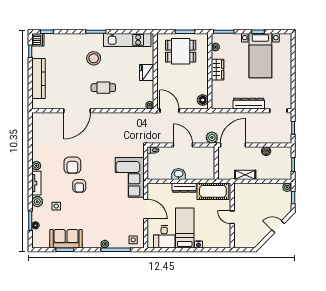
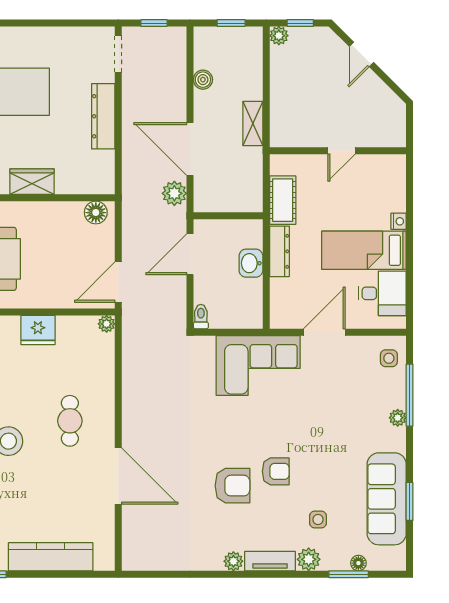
wall: (216, 163) -> (228, 216), moved
cot: (213, 191) -> (283, 200), width x0.73, depth x0.75
sofa: (66, 239) -> (387, 499), width x1.36

